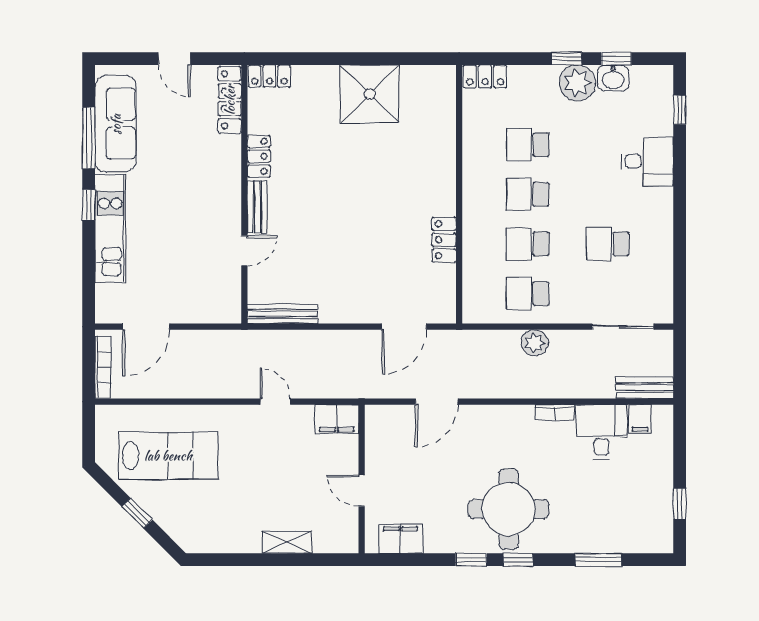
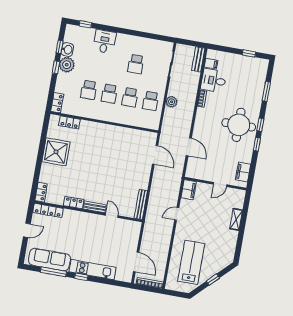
locker: (444, 240) -> (69, 122), moved

